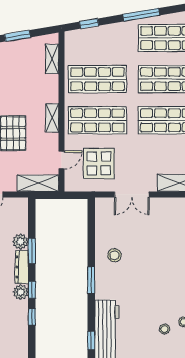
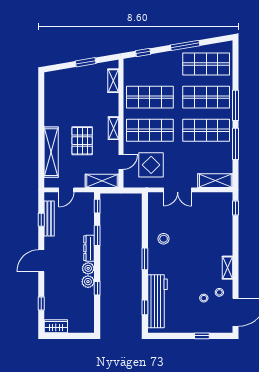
plant: (20, 242) -> (88, 282), moved
window: (32, 290) -> (97, 206), moved

